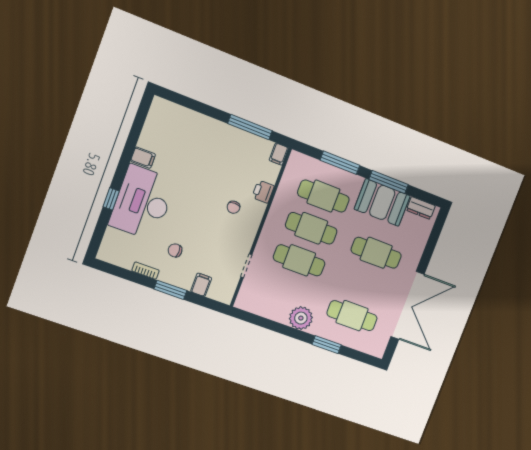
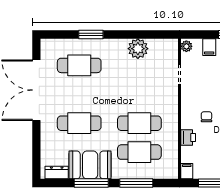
cafe table: (299, 260) -> (139, 94), removed
plant: (227, 295) -> (186, 46), added
plant: (301, 318) -> (138, 49), moved

